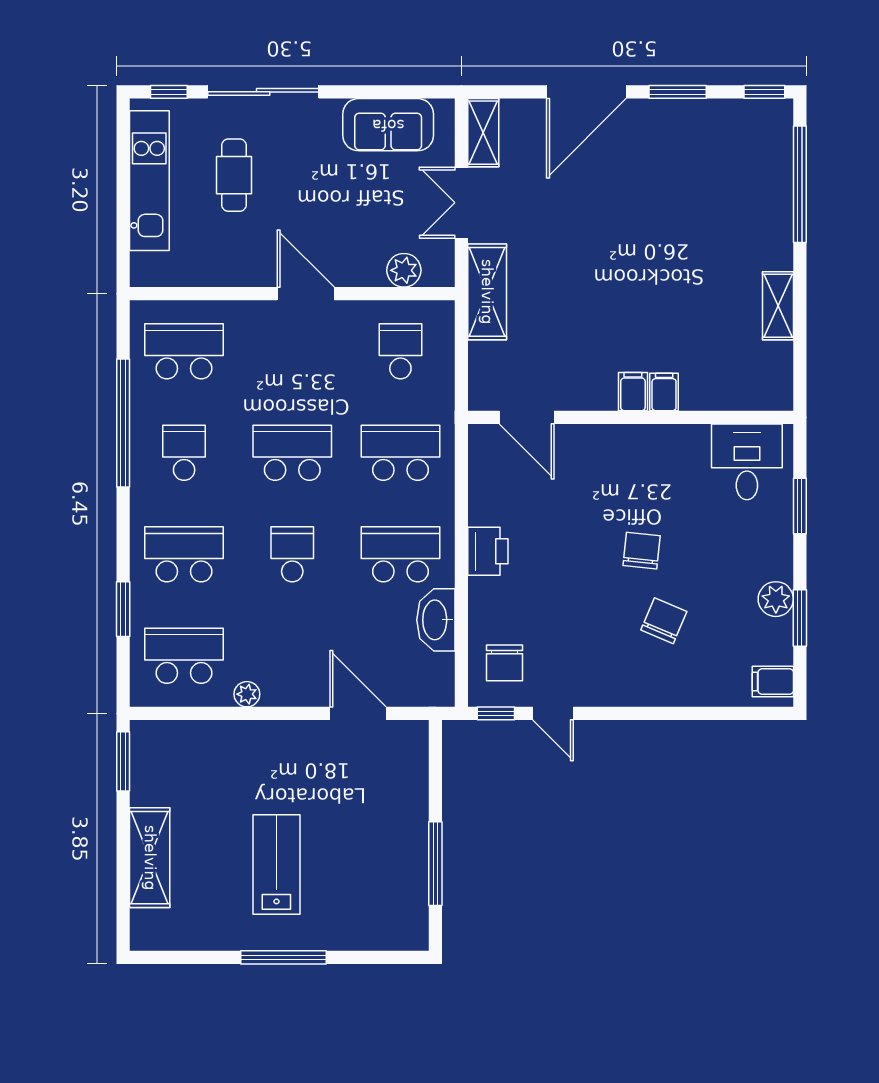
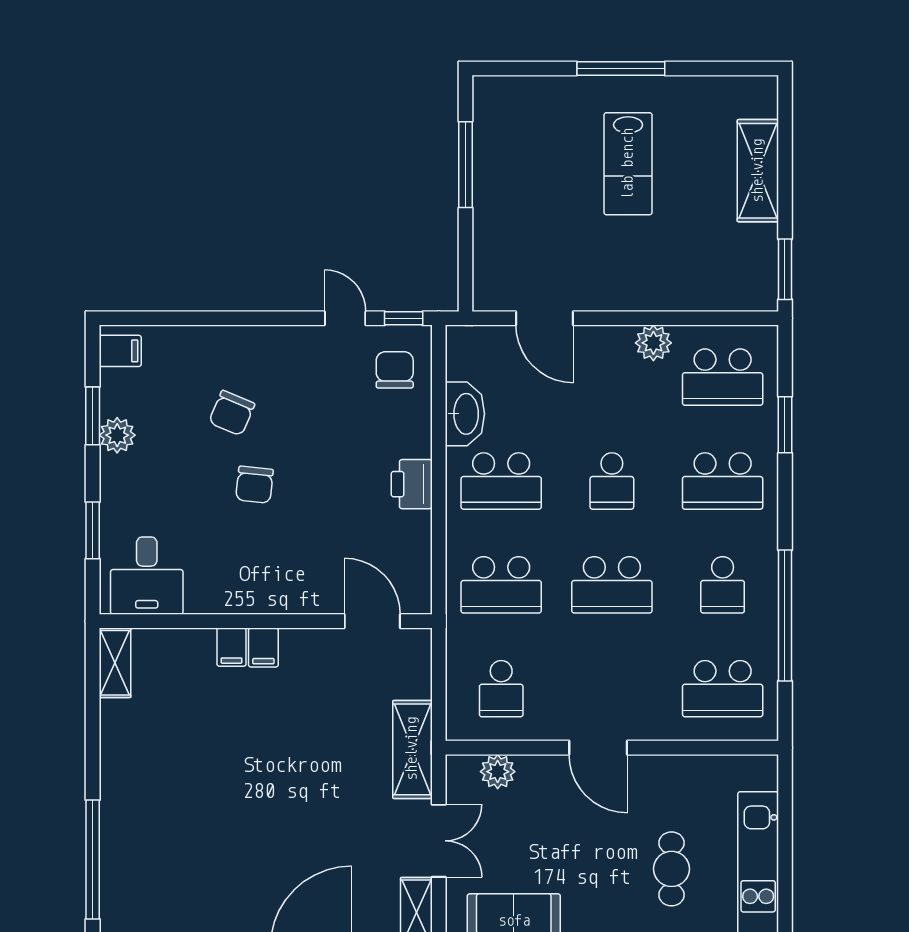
shelving: (778, 306) -> (115, 663), moved
plant: (247, 694) -> (653, 343), width x1.38, depth x1.38

